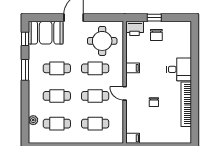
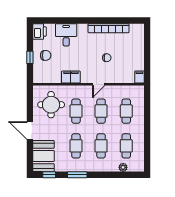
printer: (135, 28) -> (40, 32), moved
filing cabinet: (133, 68) -> (71, 77), width x2.00
desk: (179, 69) -> (66, 35), moved

